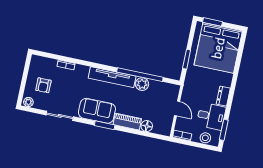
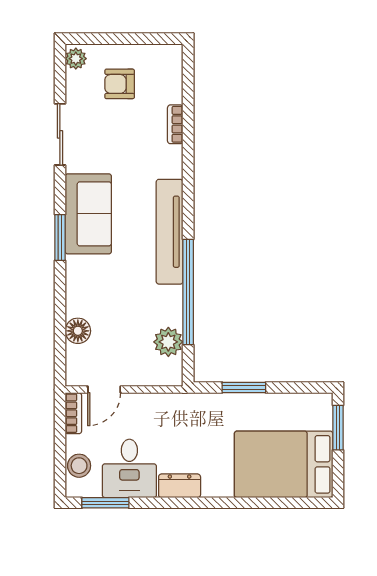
bed: (218, 48) -> (284, 464), width x0.73
plant: (142, 84) -> (168, 342), moved
door: (177, 108) -> (104, 390), moved
piano: (127, 122) -> (79, 286), removed

